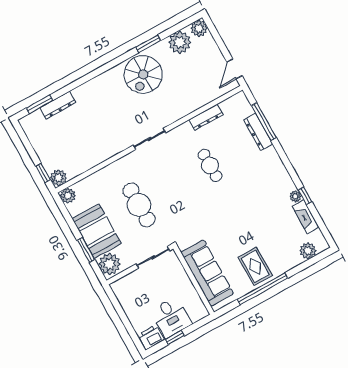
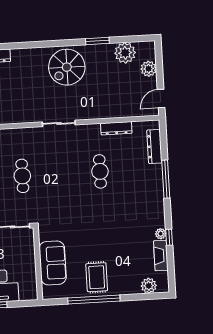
plant: (199, 28) -> (149, 69), moved
spiral stairs: (143, 74) -> (67, 67), moved
window: (264, 122) -> (166, 179), moved
dresser: (258, 132) -> (154, 146), moved
cafe table: (139, 205) -> (22, 176), width x0.73, depth x0.74
sofa: (207, 273) -> (53, 263), width x0.73

